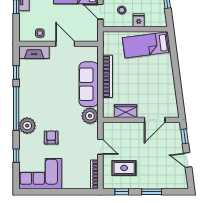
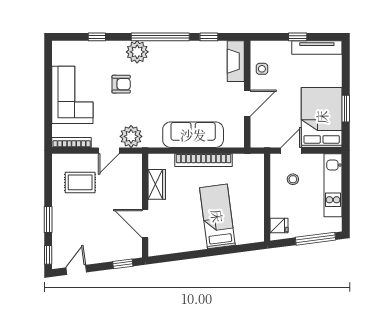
fridge: (139, 20) -> (279, 226), moved
bed: (147, 45) -> (217, 216), moved
plant: (90, 116) -> (131, 136), moved
door: (188, 160) -> (76, 270), moved
rug: (124, 168) -> (80, 182), turned 90
corner sofa: (40, 174) -> (72, 95), moved
window: (122, 192) -> (48, 255), moved

